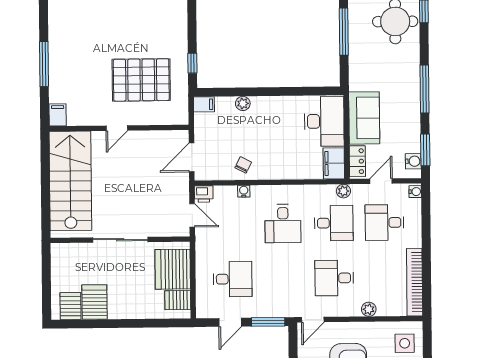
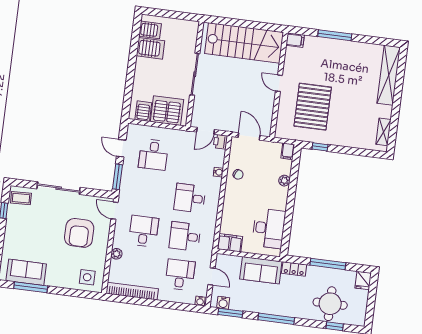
desk: (324, 121) -> (269, 228), moved, turned -90
locker: (357, 161) -> (294, 269), moved
plant: (343, 191) -> (208, 247), removed
desk: (334, 223) -> (185, 236), turned 90

